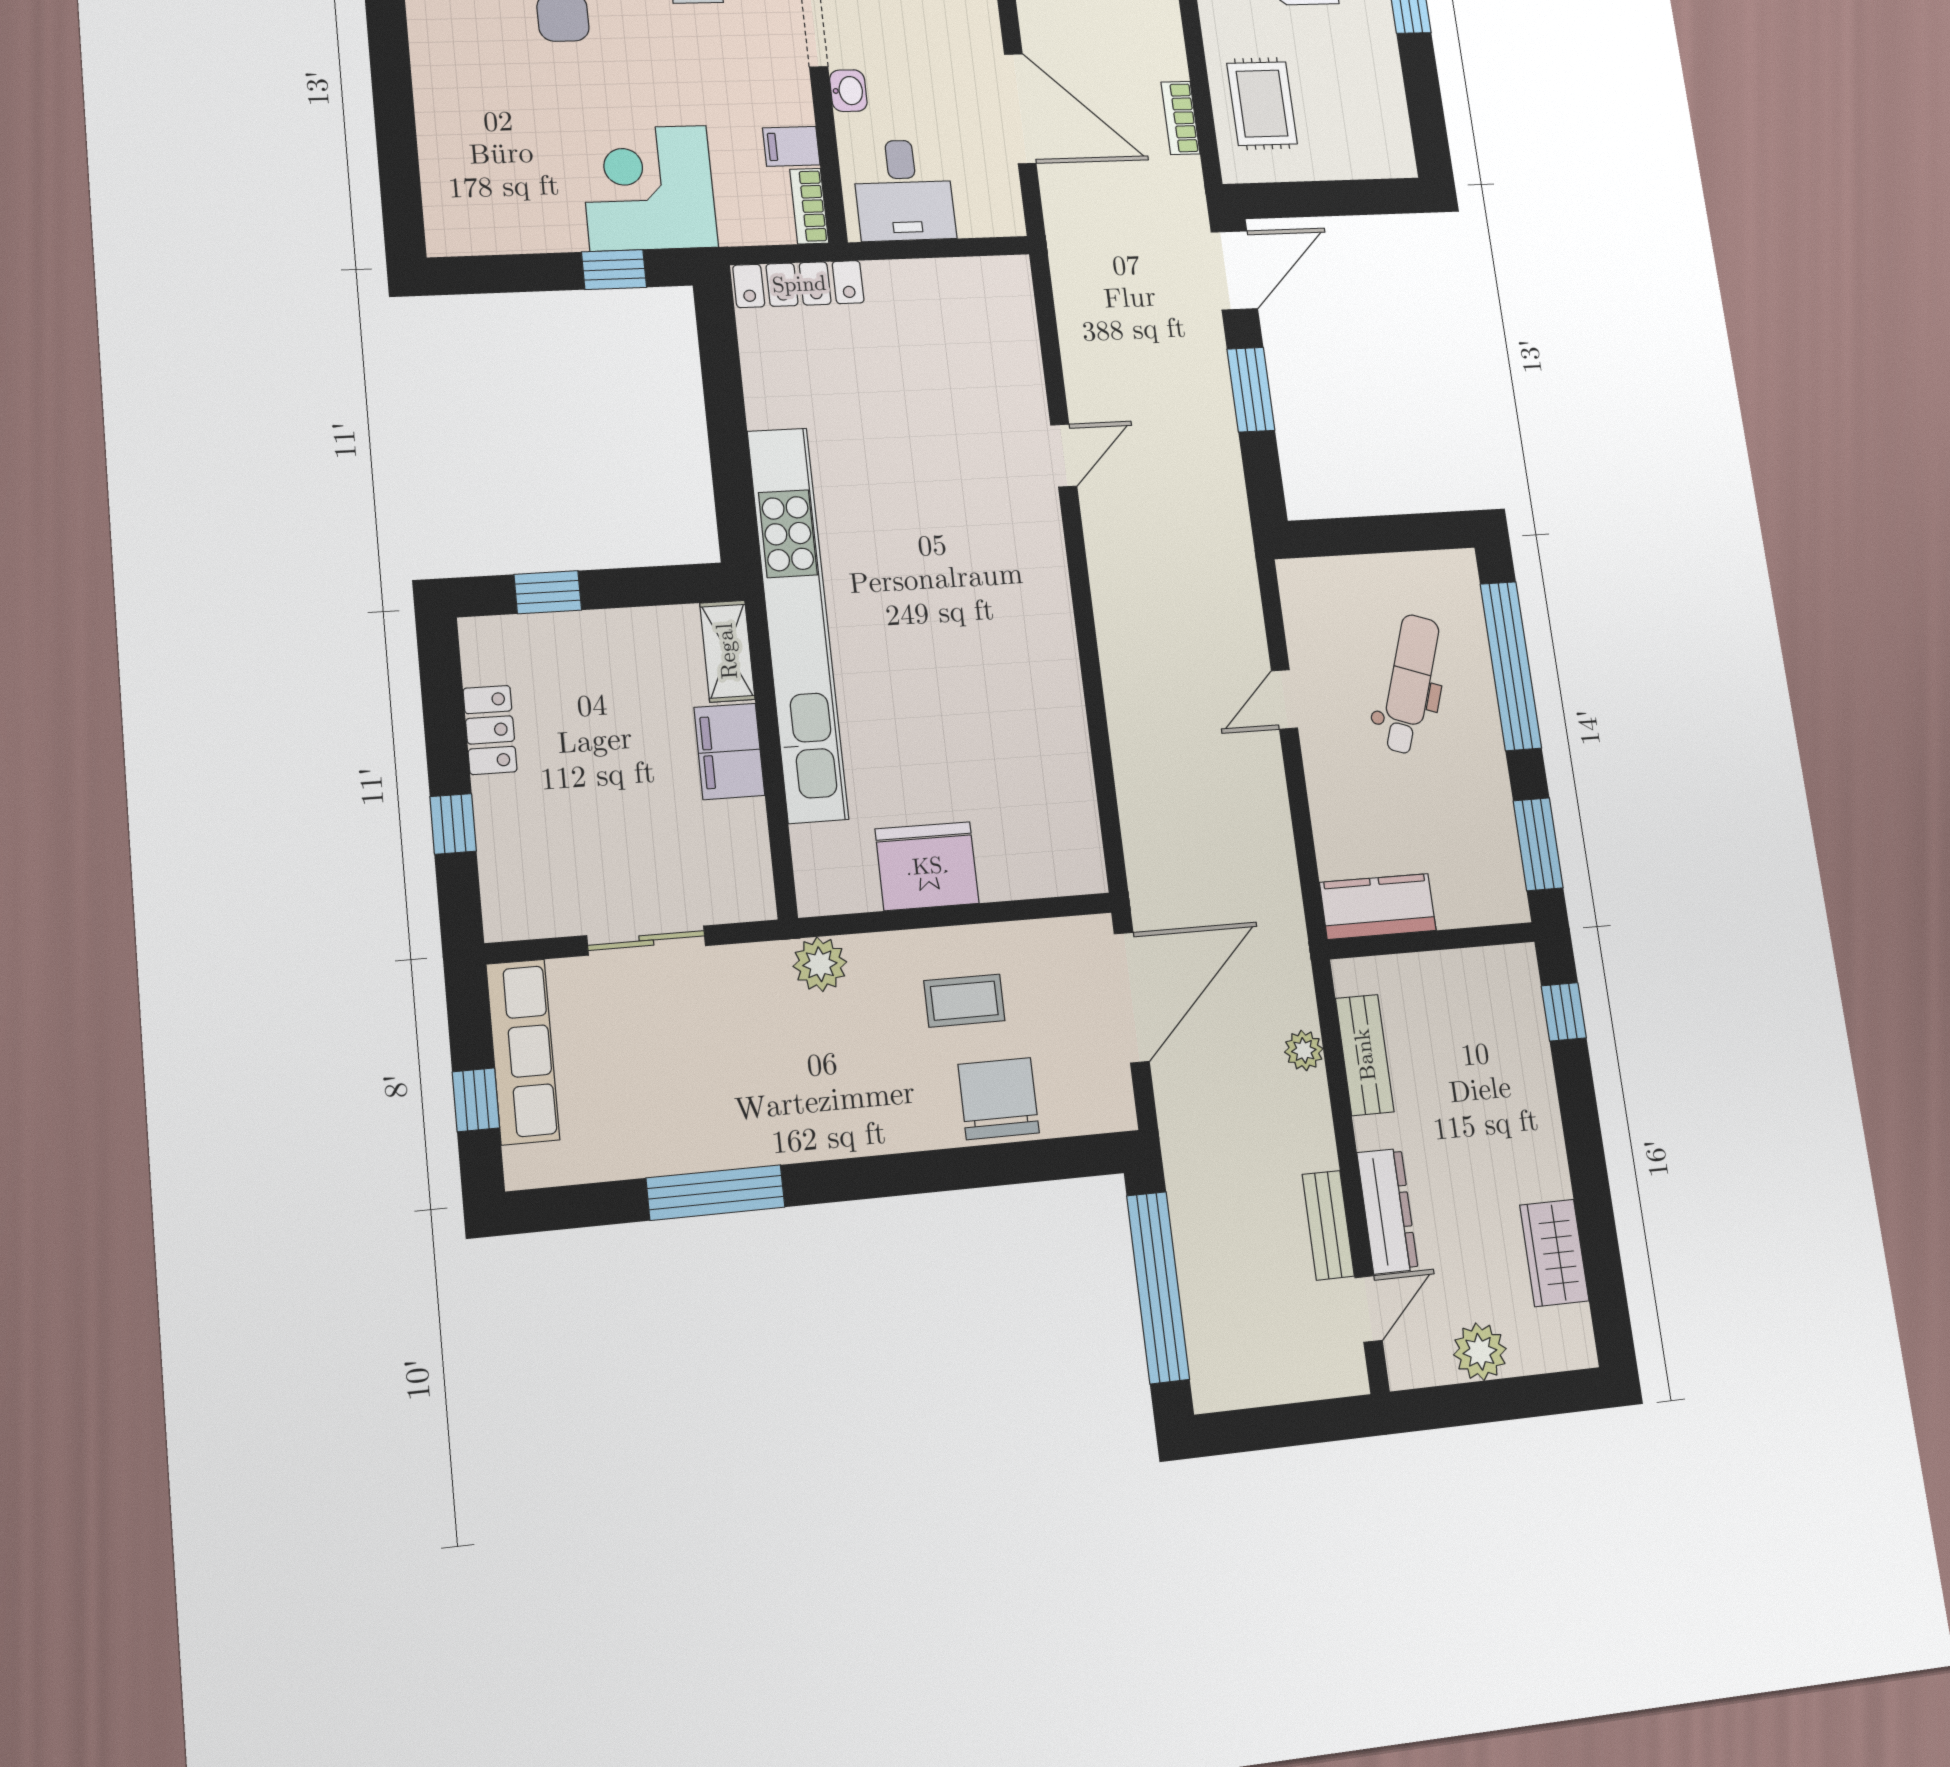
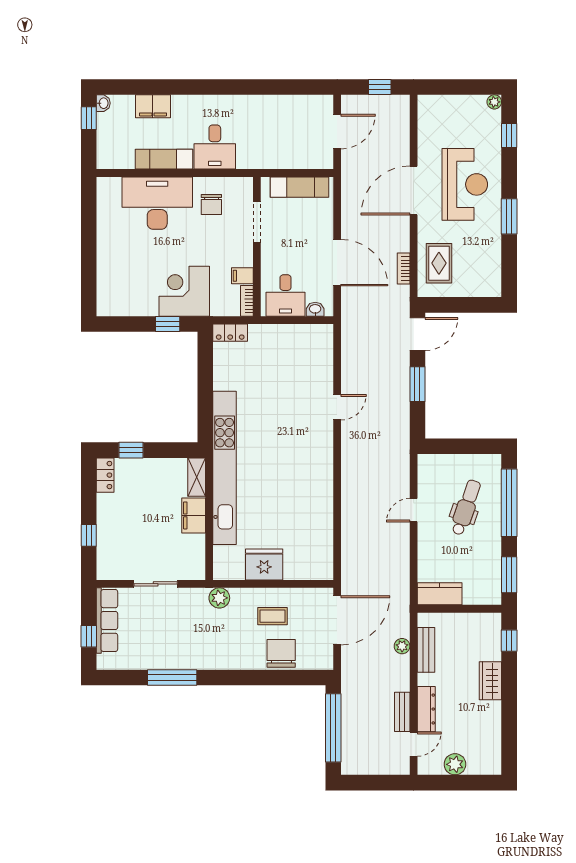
washbasin: (848, 91) -> (315, 309), moved, turned -90
locker: (799, 284) -> (230, 333), width x0.66
locker: (490, 730) -> (105, 475), moved
wardrobe: (1554, 1253) -> (490, 681), moved

